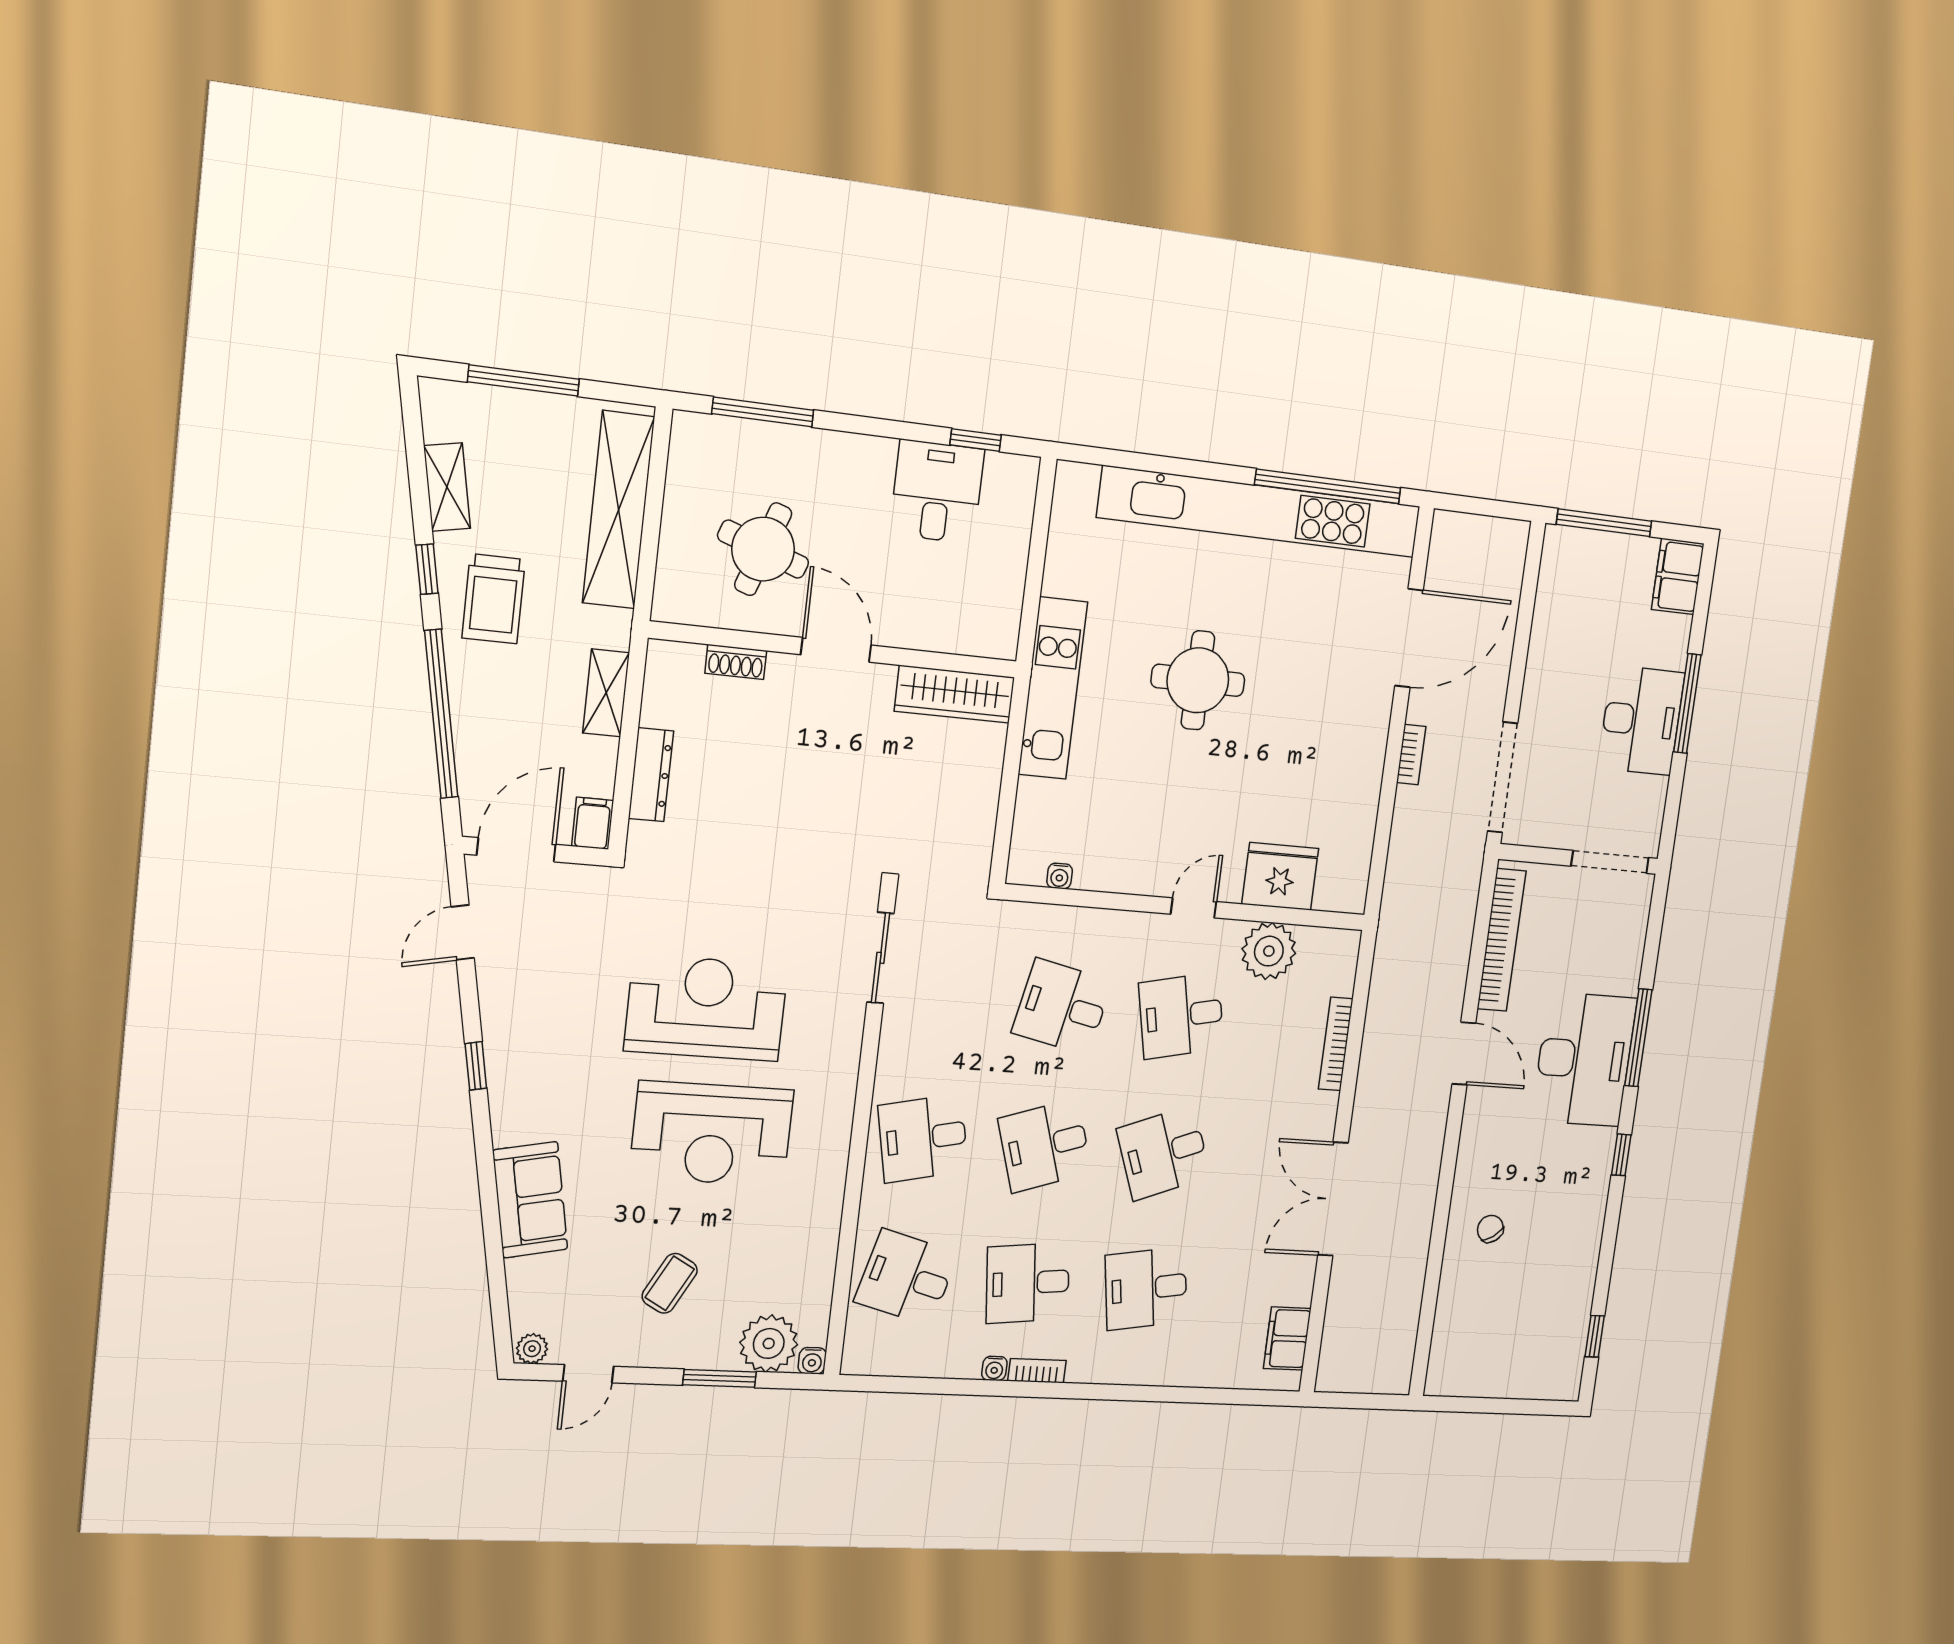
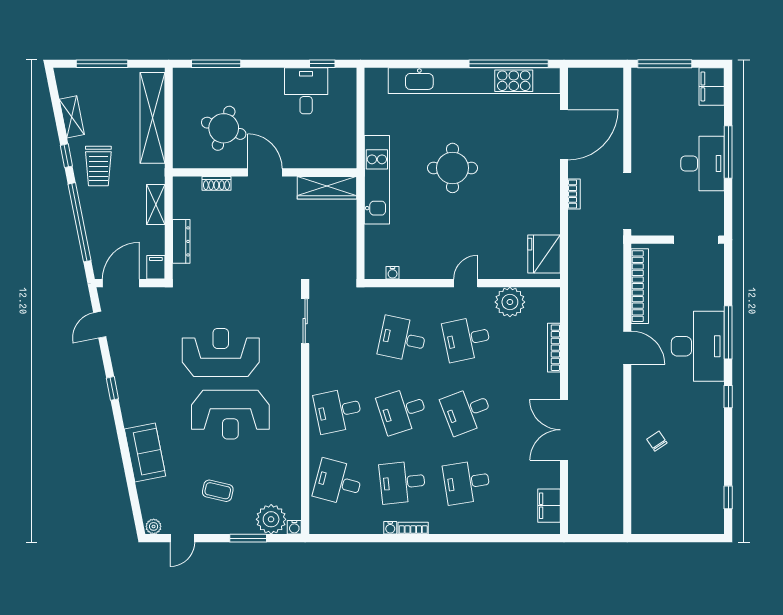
fridge: (1280, 876) -> (544, 254), moved, turned -90
coffee table: (670, 1283) -> (218, 491), turned 74

